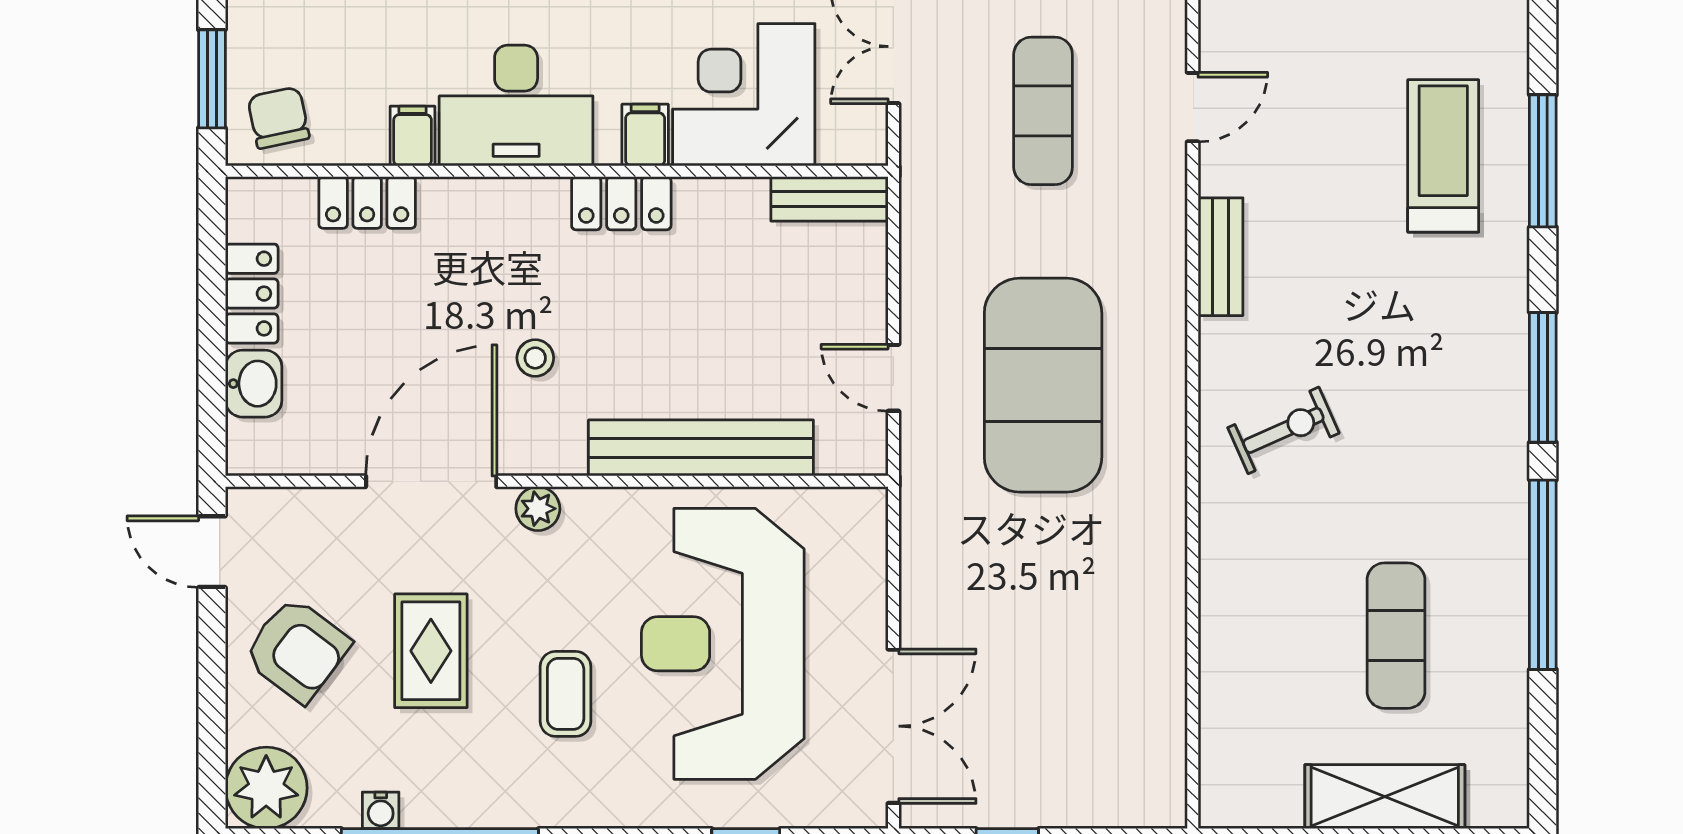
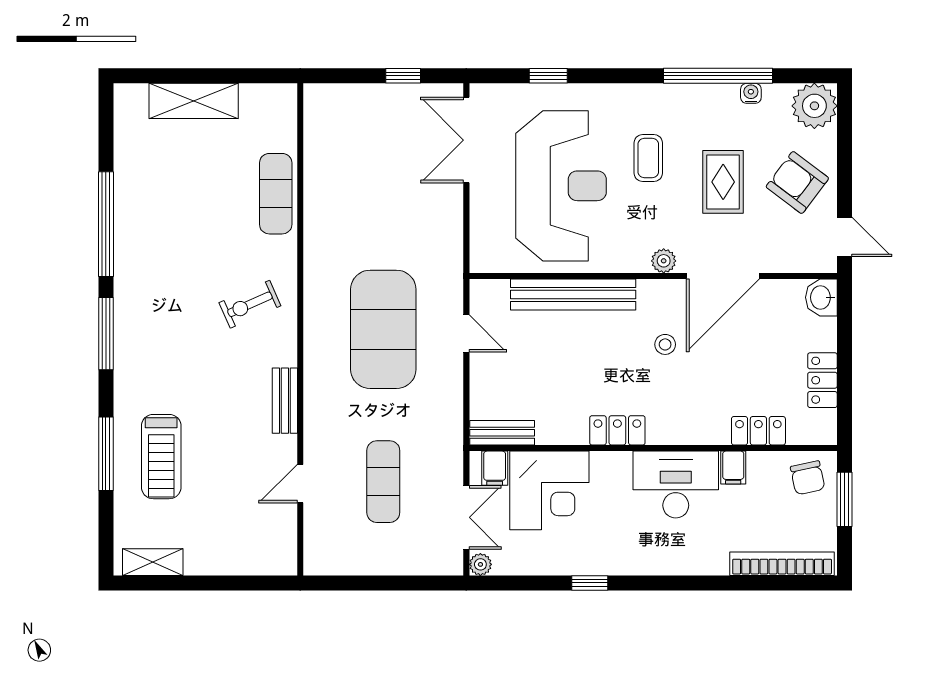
filing cabinet: (645, 135) -> (495, 468), moved
washbasin: (254, 384) -> (821, 297), moved
exercise mat: (1396, 636) -> (276, 194), moved

